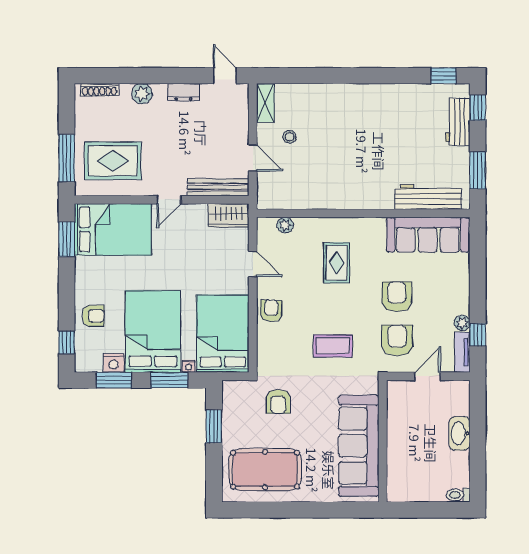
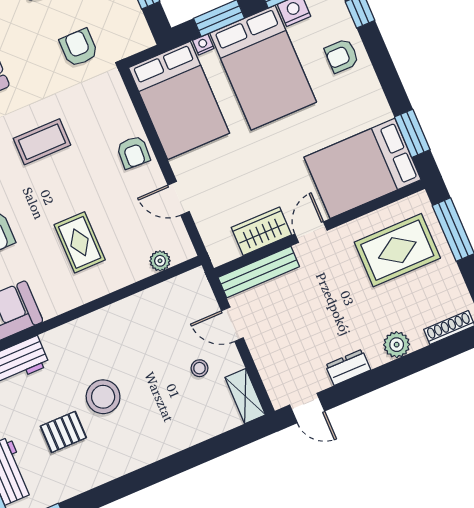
pallet: (406, 133) -> (63, 432), added
stool: (367, 146) -> (103, 397), added
wardrobe: (228, 215) -> (261, 231), moved

